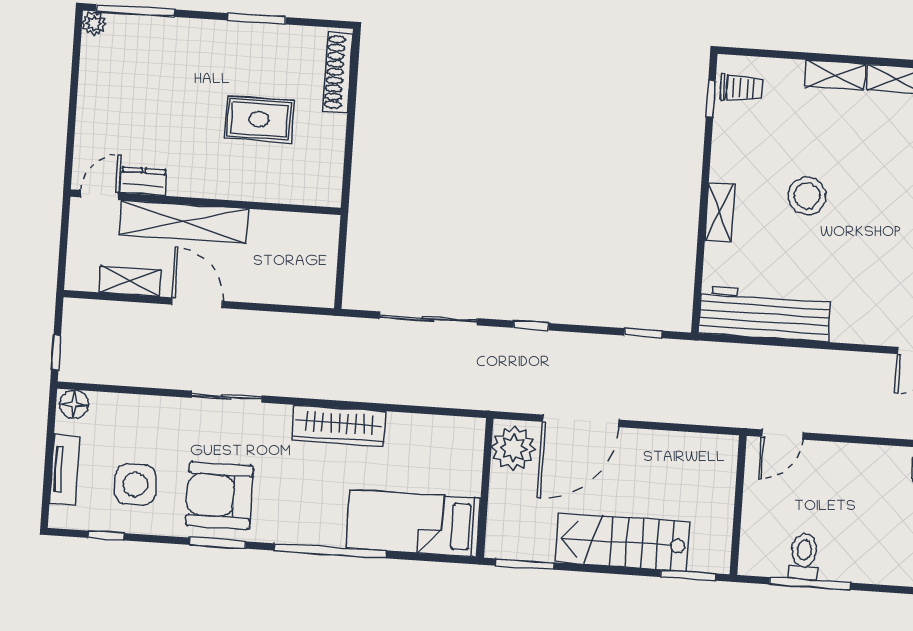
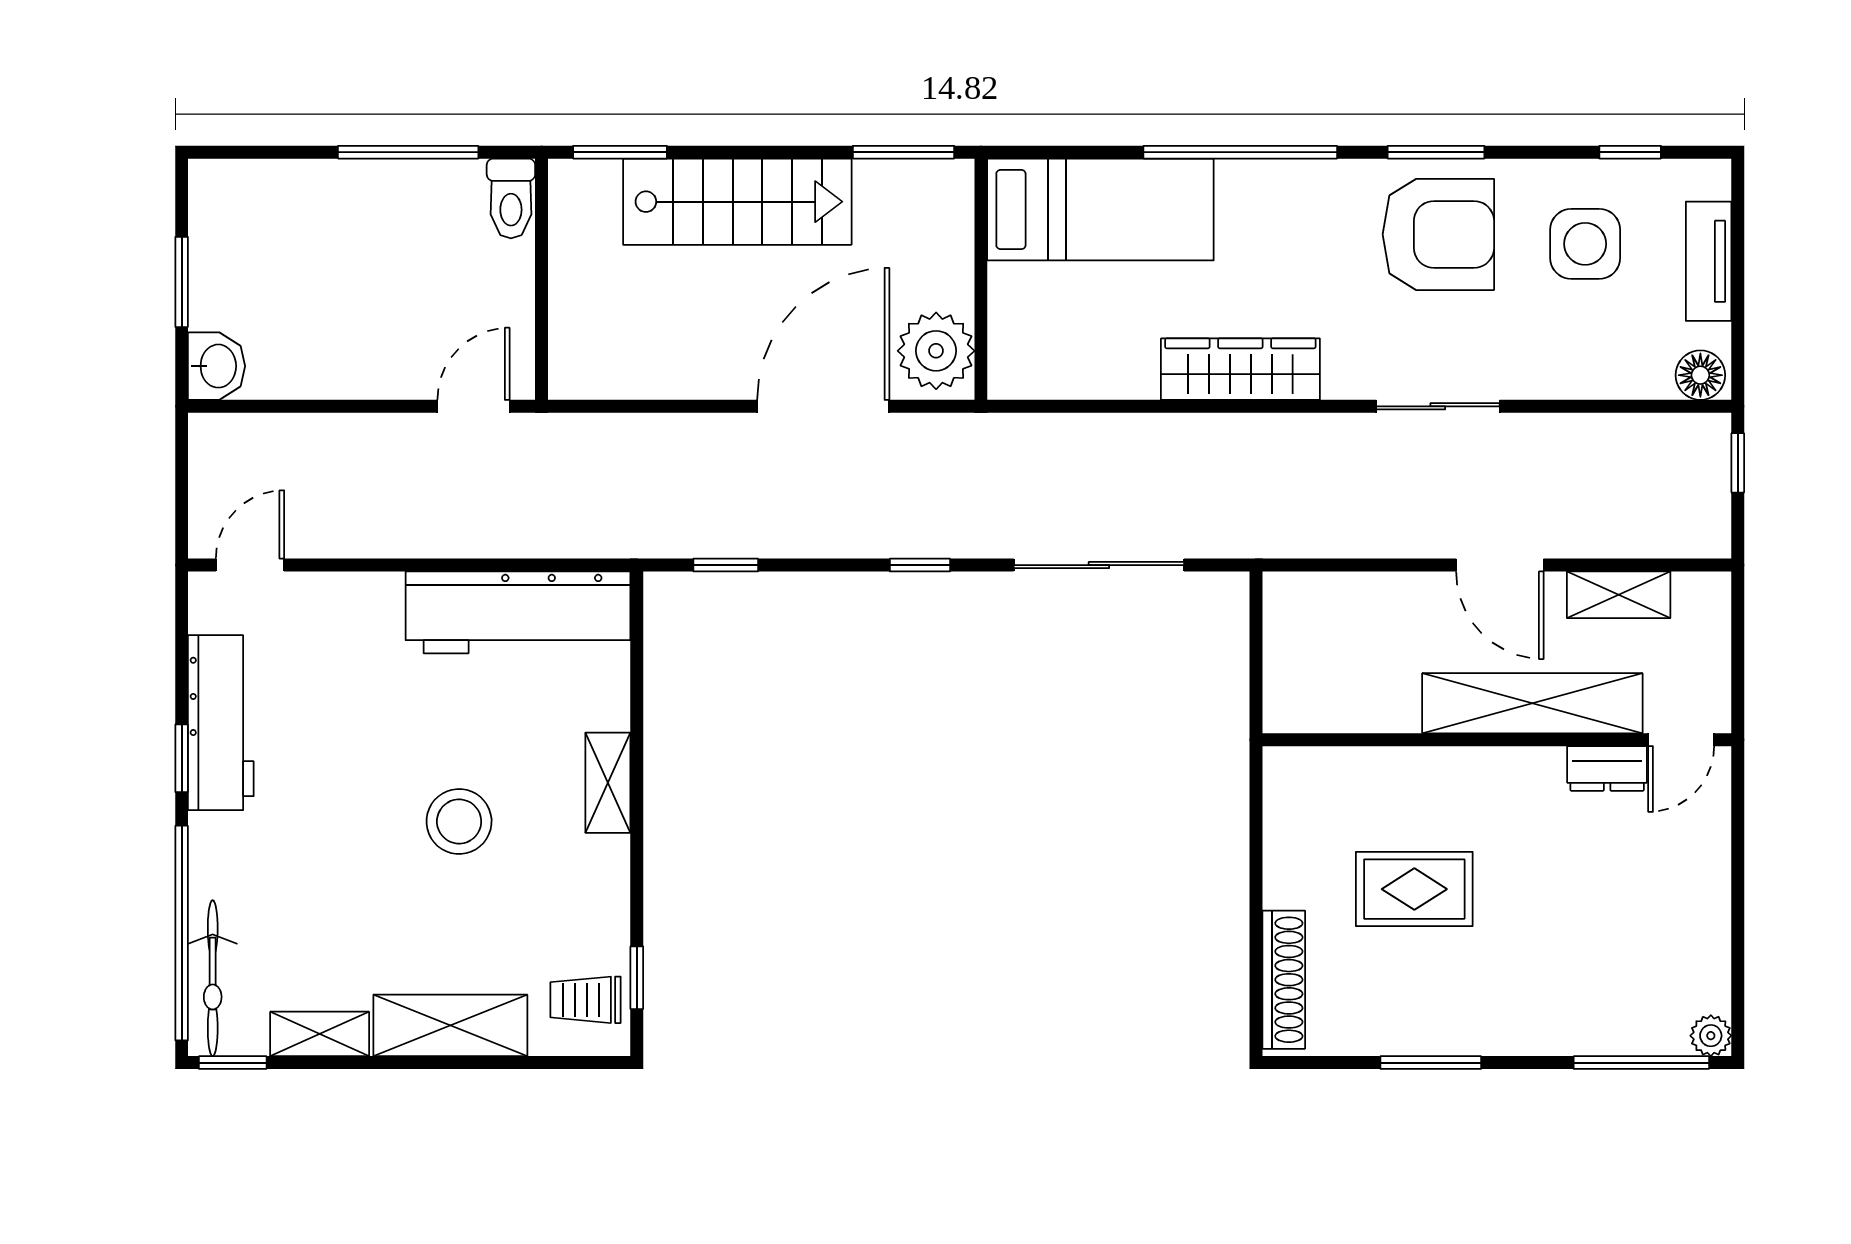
shelving: (835, 75) -> (450, 1025), width x1.50, depth x1.33
toilet: (804, 556) -> (511, 198), moved

